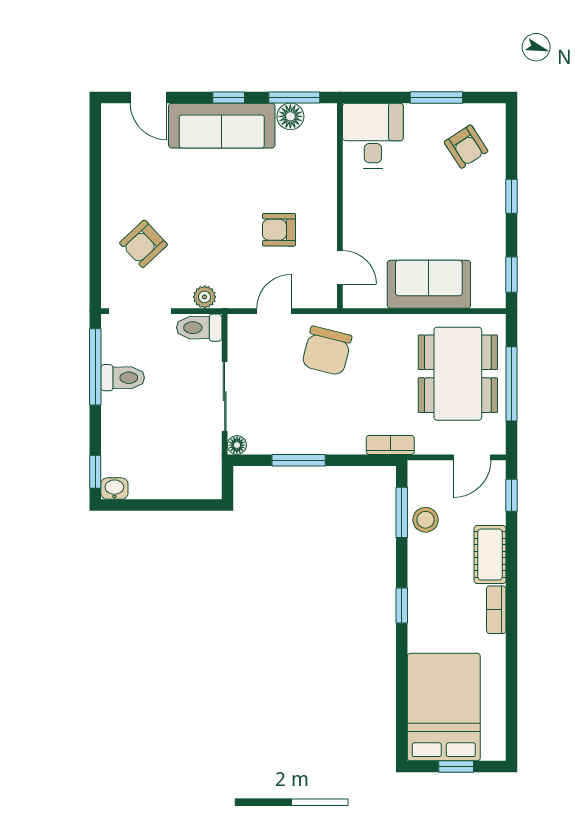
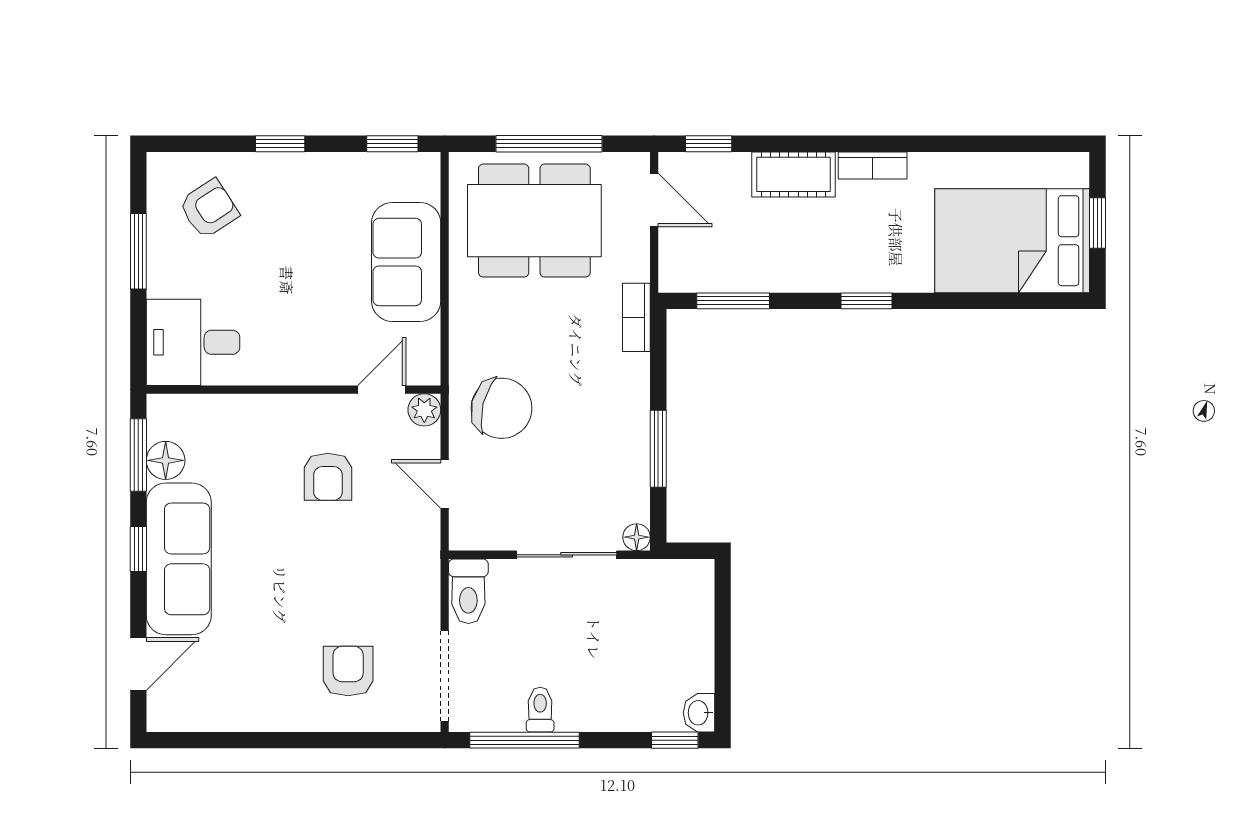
armchair: (144, 244) -> (348, 671), turned -137
plant: (205, 297) -> (424, 410), moved
toilet: (123, 378) -> (540, 710), width x0.73, depth x0.72
stool: (426, 520) -> (744, 267), removed

